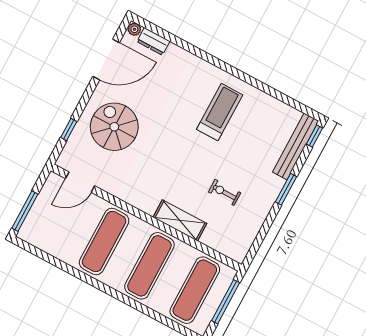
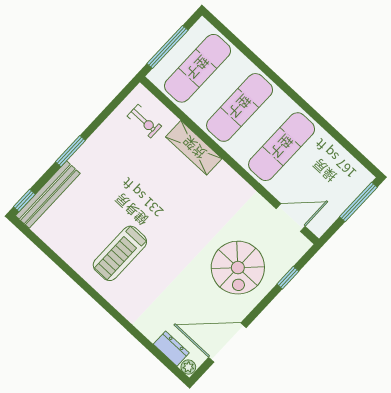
exercise bike: (225, 192) -> (144, 121), moved

